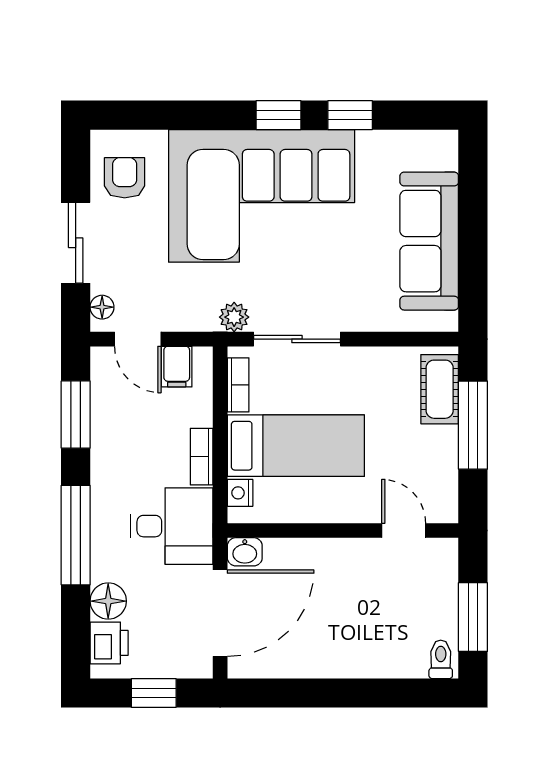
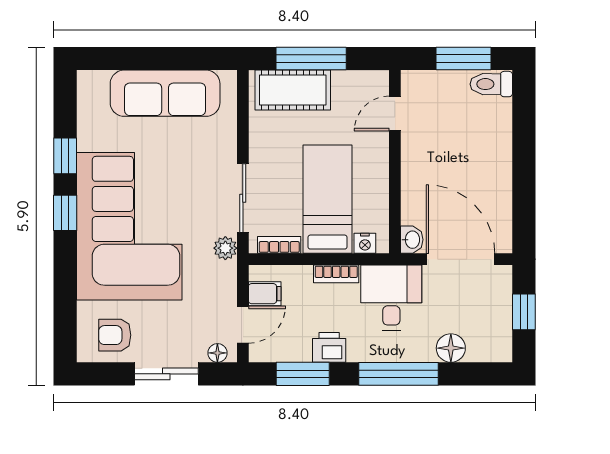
cot: (440, 389) -> (293, 90), width x1.37, depth x1.34
printer: (109, 643) -> (329, 347), moved
toilet: (441, 659) -> (491, 84), width x1.37, depth x1.39

